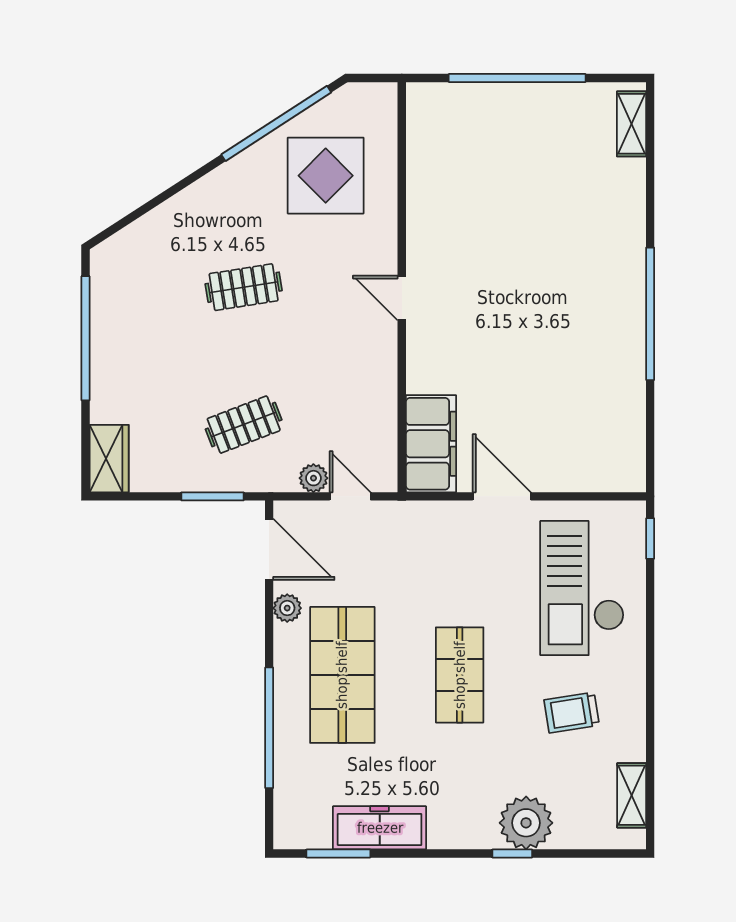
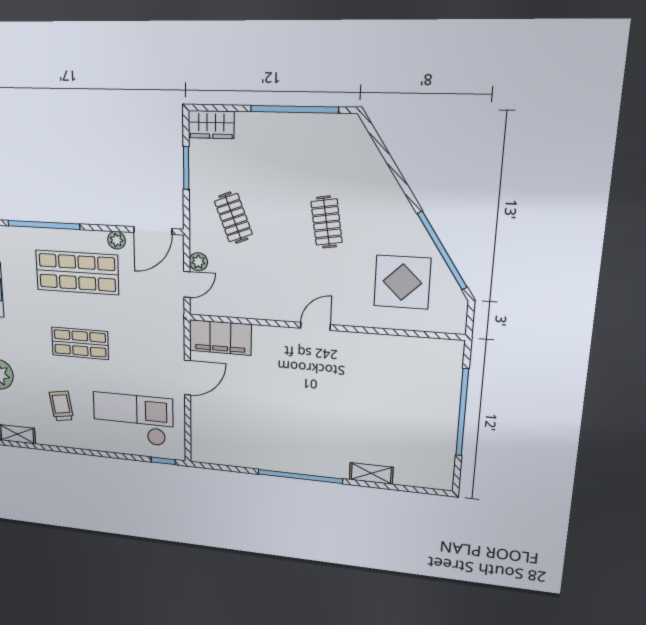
shelving: (631, 124) -> (371, 473), moved
window: (212, 496) -> (186, 168), moved

